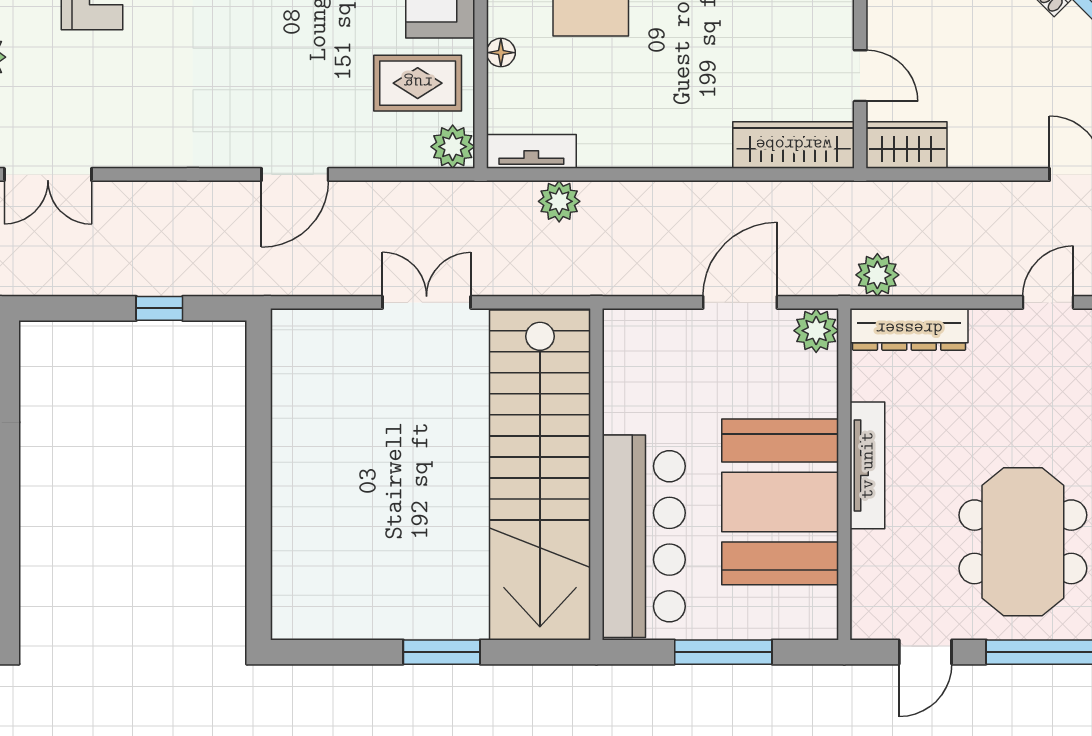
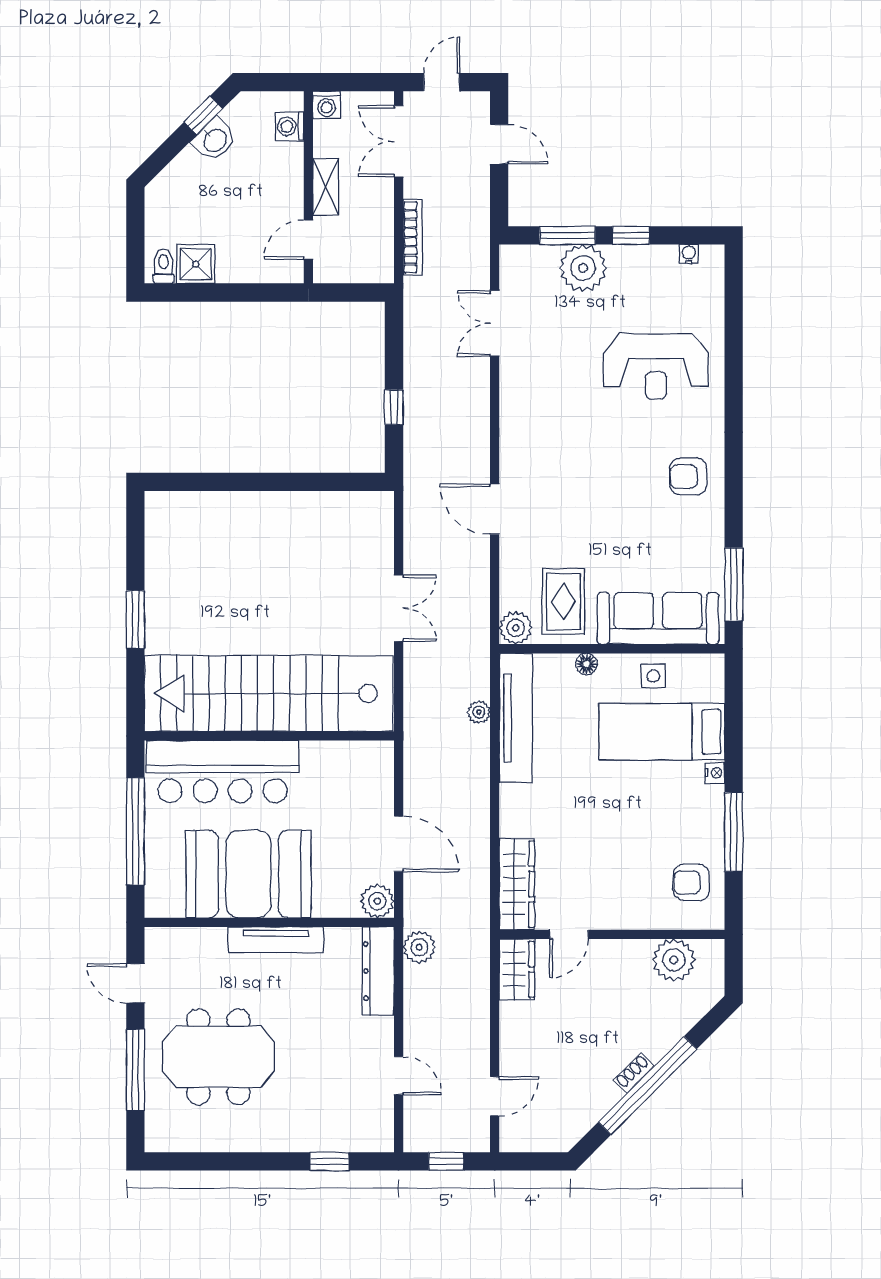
tv unit: (531, 151) -> (516, 718), width x1.92, depth x1.29
plant: (559, 201) -> (479, 712), width x0.73, depth x0.73
window: (723, 652) -> (135, 831), width x1.46

